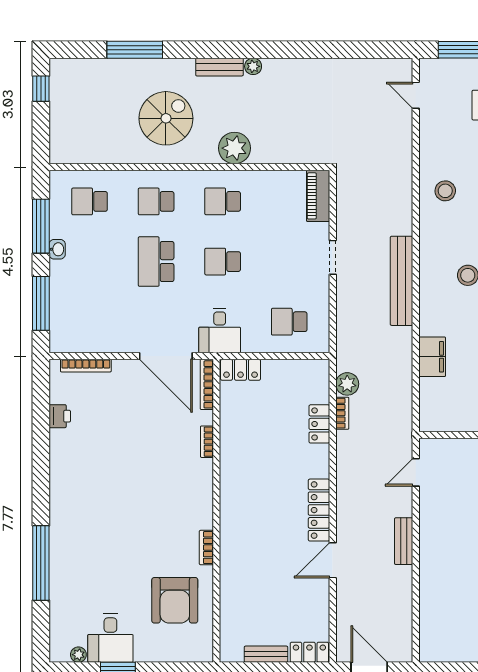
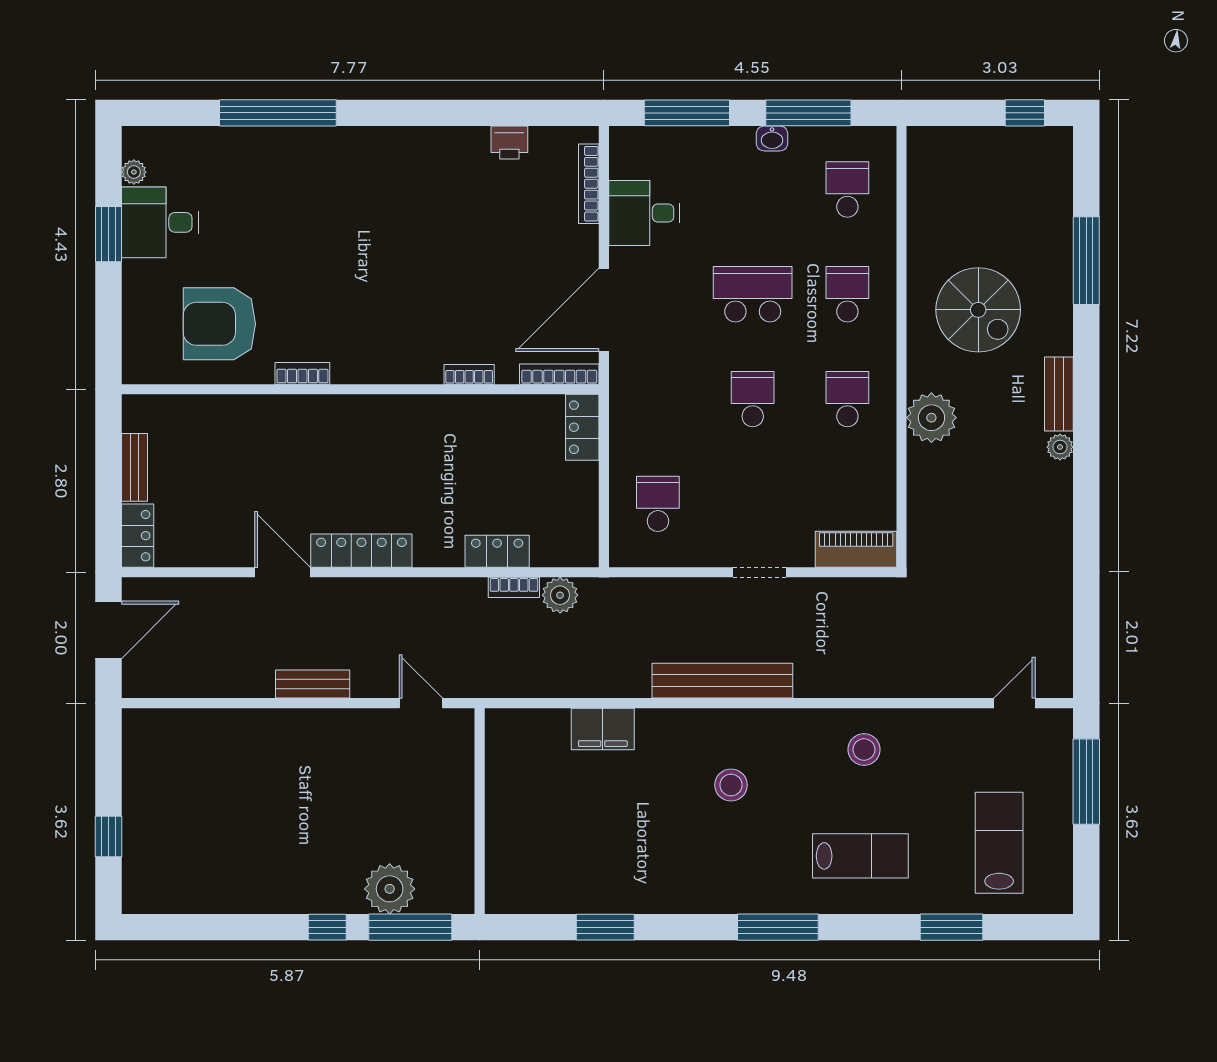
desk: (220, 331) -> (644, 213), moved

